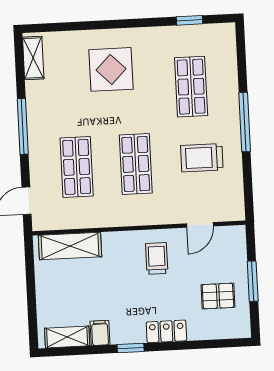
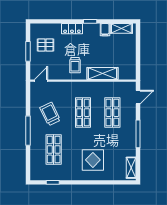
trolley: (202, 158) -> (50, 114), turned -116
door: (200, 225) -> (41, 81), moved
shelving: (70, 246) -> (102, 73), moved

